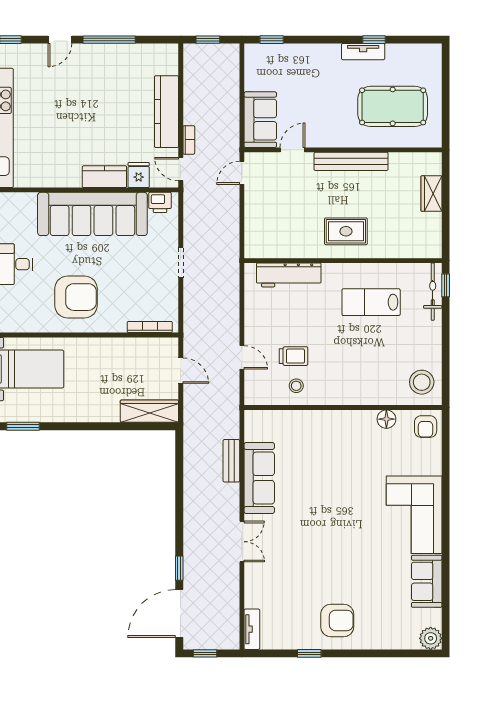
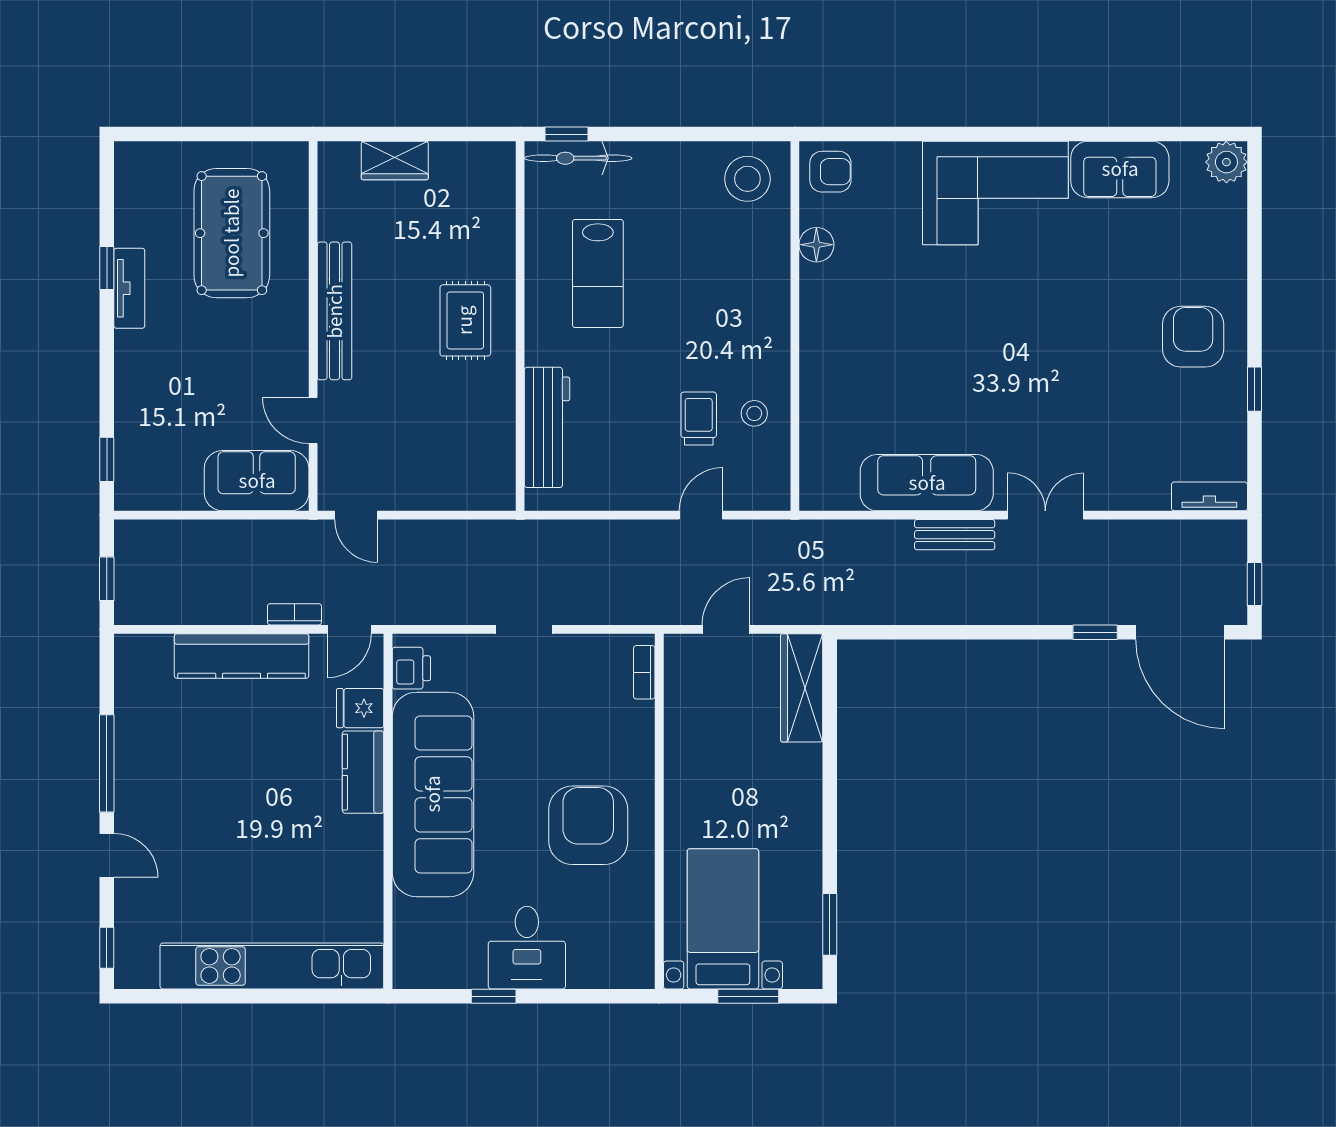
bookcase: (150, 327) -> (644, 672), width x0.64
bench: (231, 461) -> (955, 535), moved

